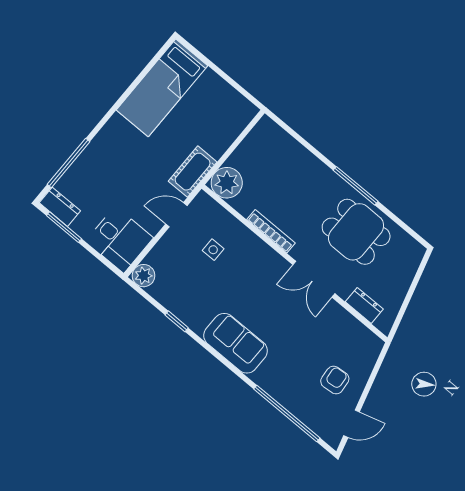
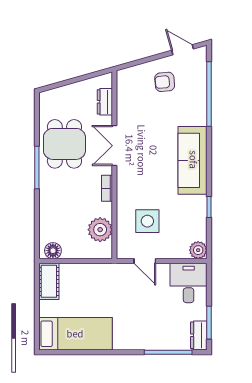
floor lamp: (261, 134) -> (53, 251), added
cot: (193, 172) -> (49, 281), moved, turned 90
plant: (227, 183) -> (100, 230), moved
bookcase: (271, 231) -> (107, 188), width x0.64
side table: (213, 250) -> (147, 221), width x1.87, depth x1.87
double door: (314, 279) -> (114, 146), swing flipped
sofa: (236, 343) -> (193, 160), width x1.36

